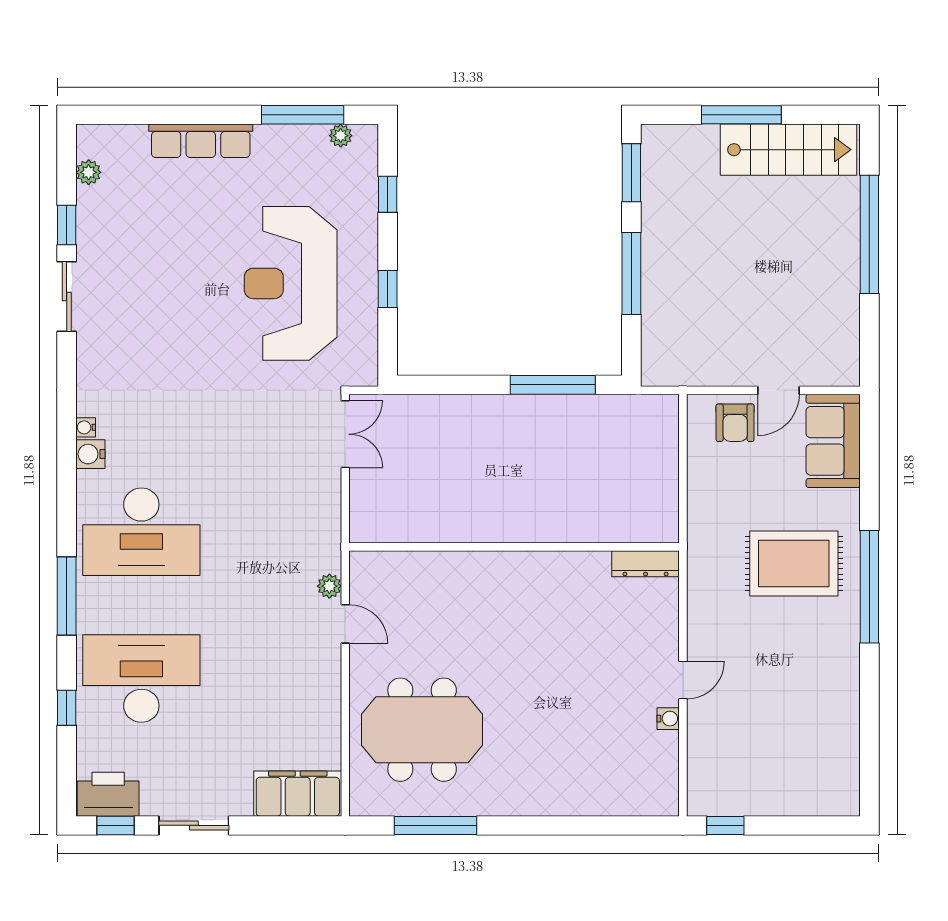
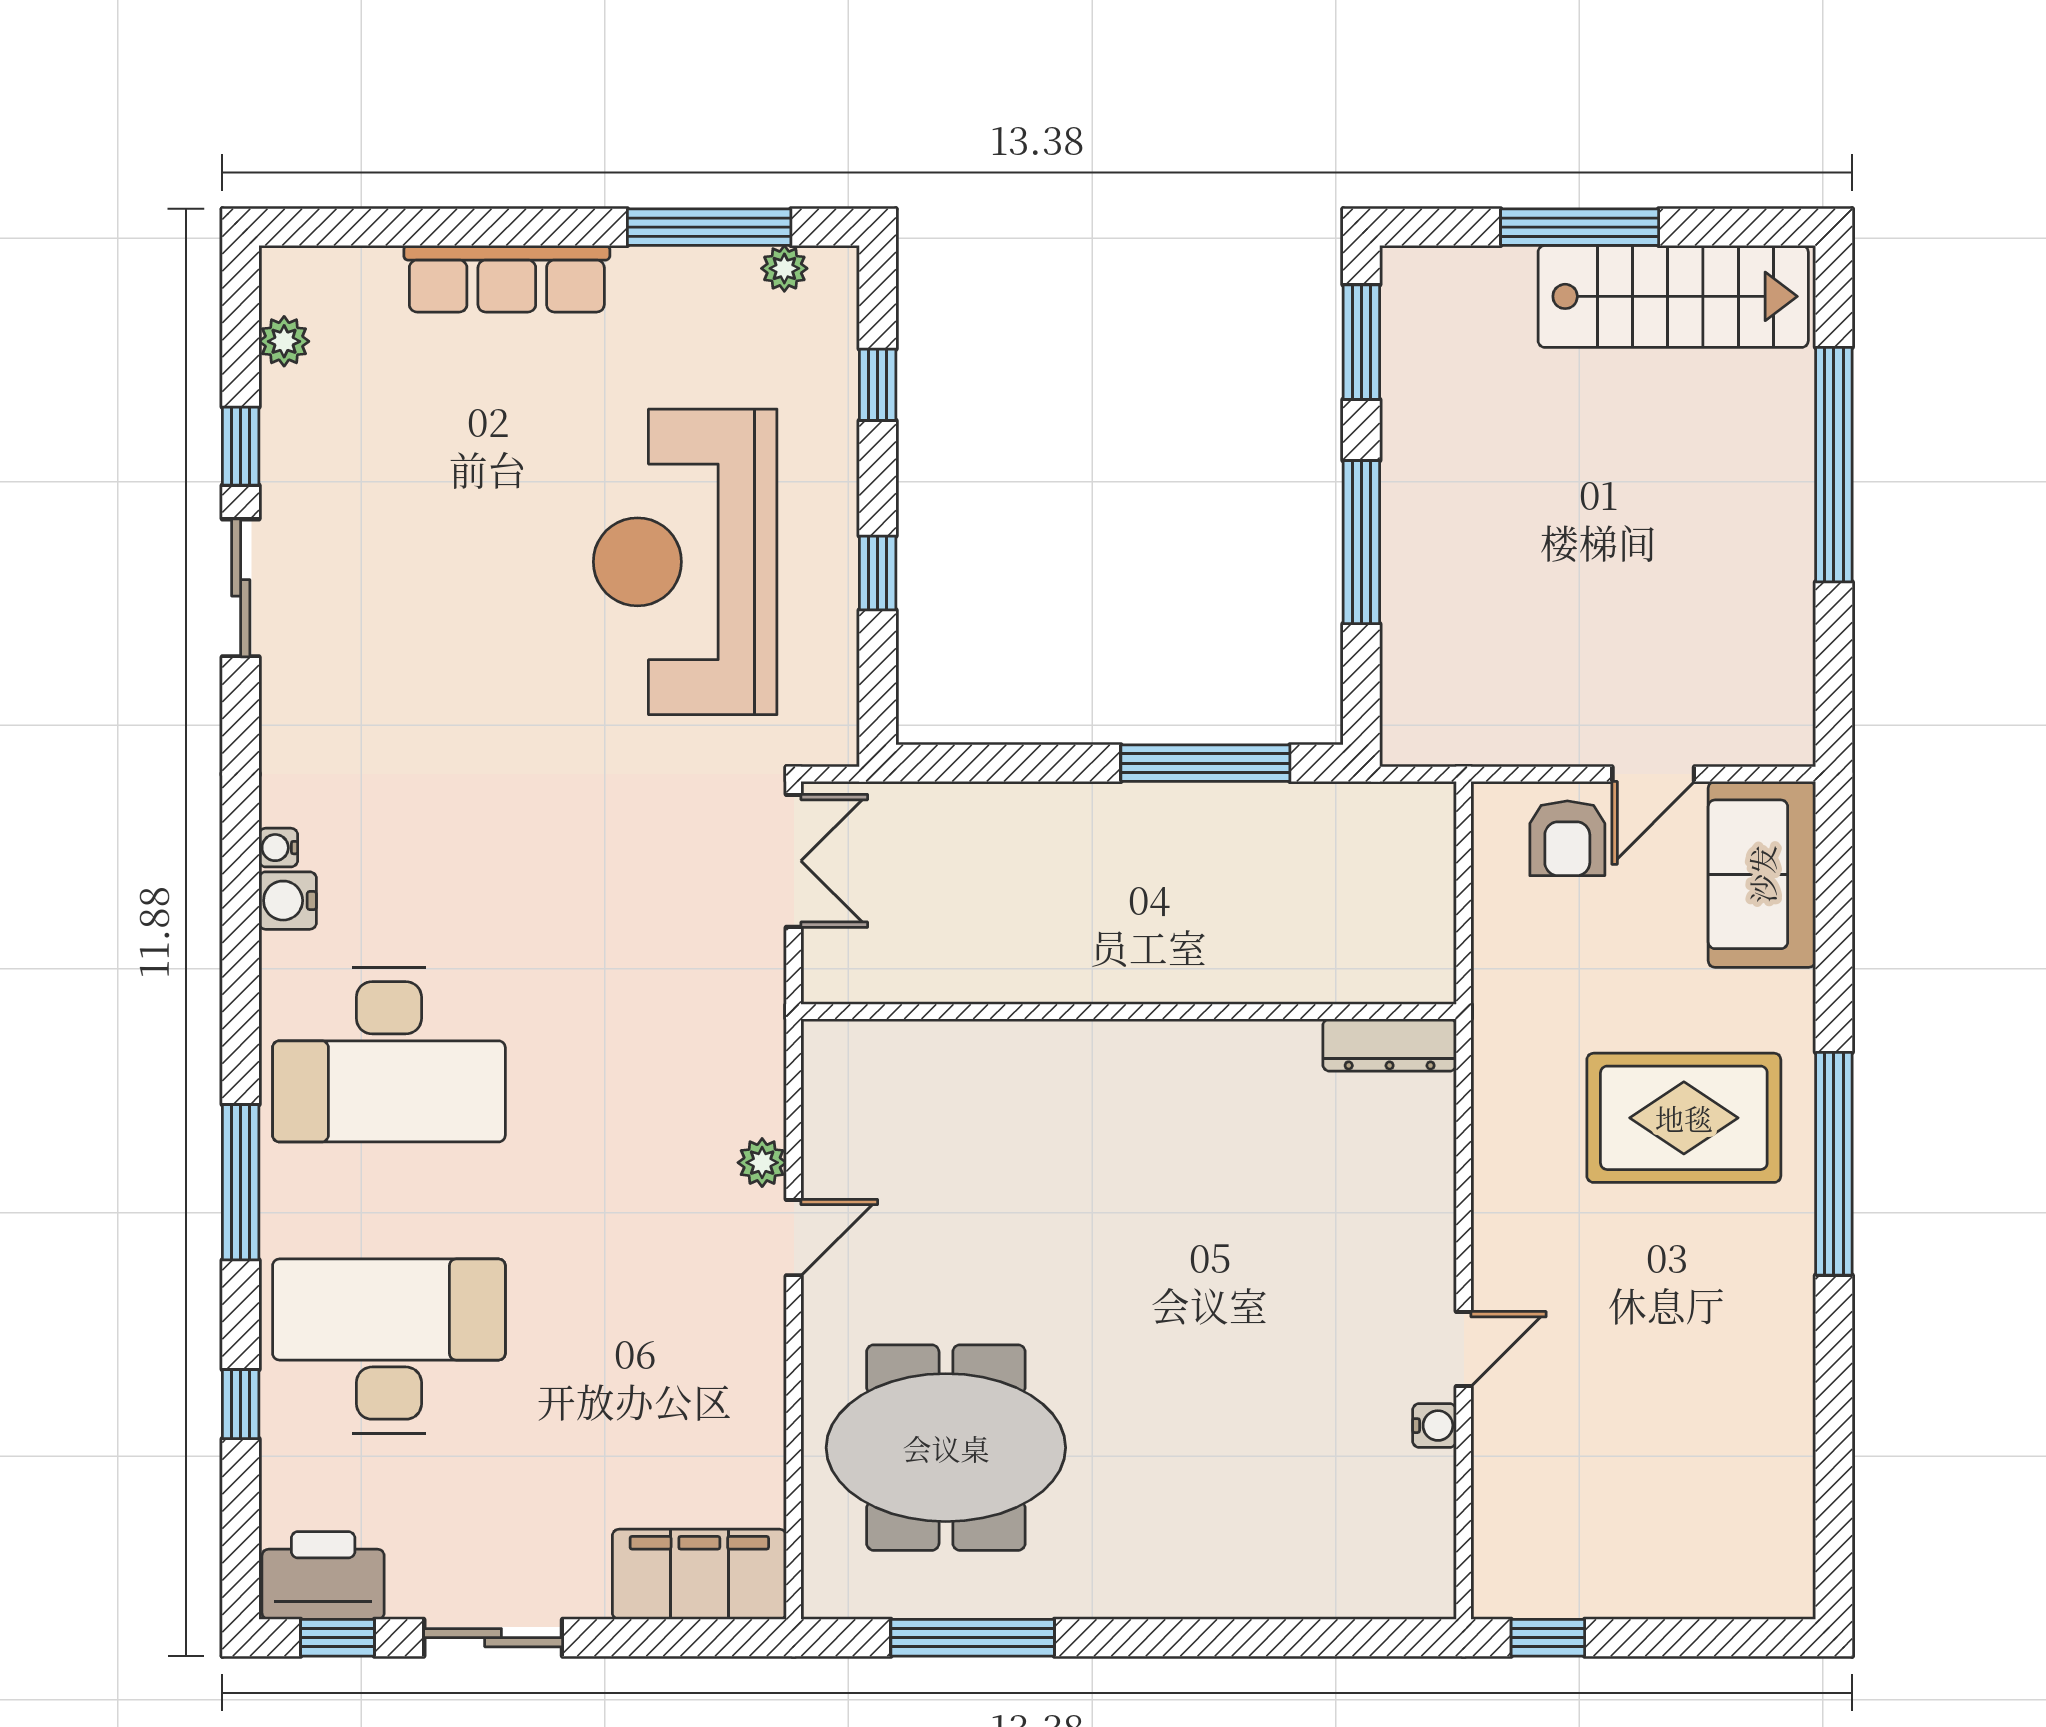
wall: (514, 547) -> (1129, 1012), moved
dresser: (646, 564) -> (1390, 1045), moved
door: (345, 624) -> (794, 1238), hinge flipped

